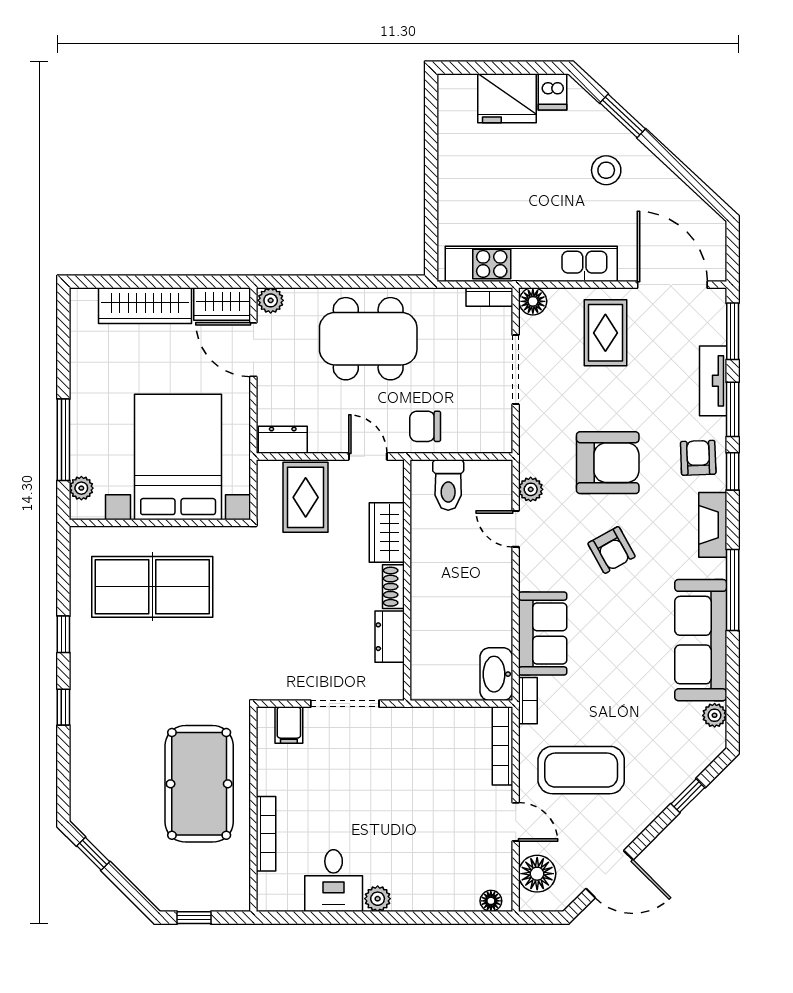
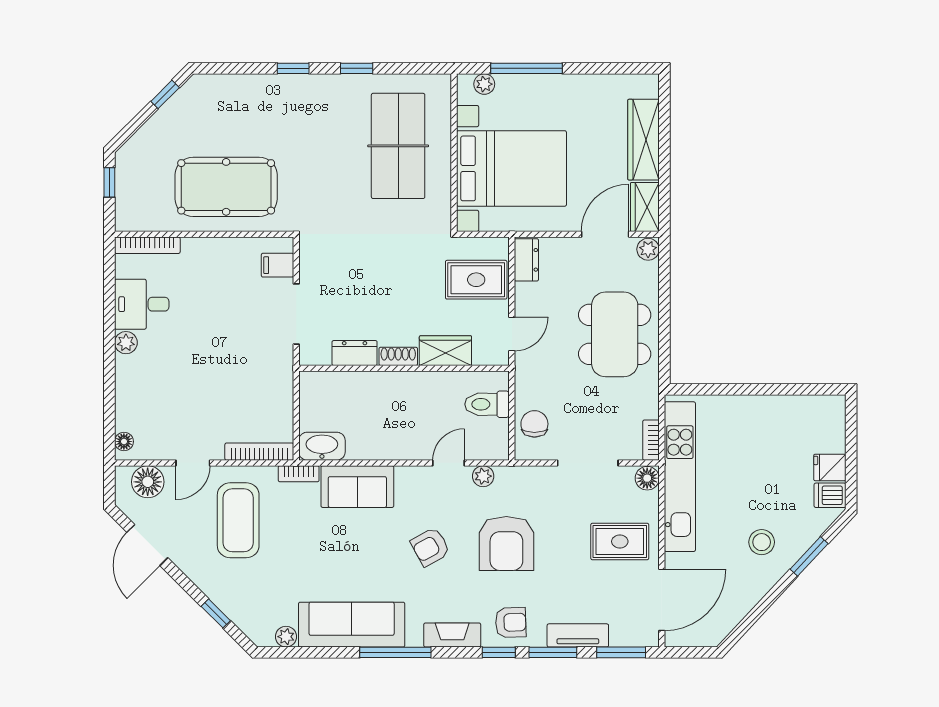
fridge: (507, 98) -> (830, 467), width x0.53, depth x0.75
chair: (425, 426) -> (534, 424), moved
bookcase: (266, 834) -> (147, 245), moved

